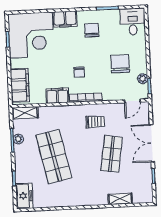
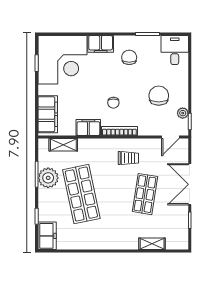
shelving: (25, 113) -> (63, 145), moved
plant: (18, 139) -> (48, 178), width x1.88, depth x1.88

